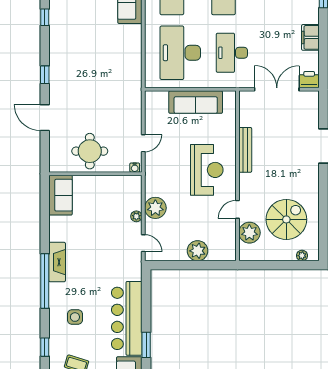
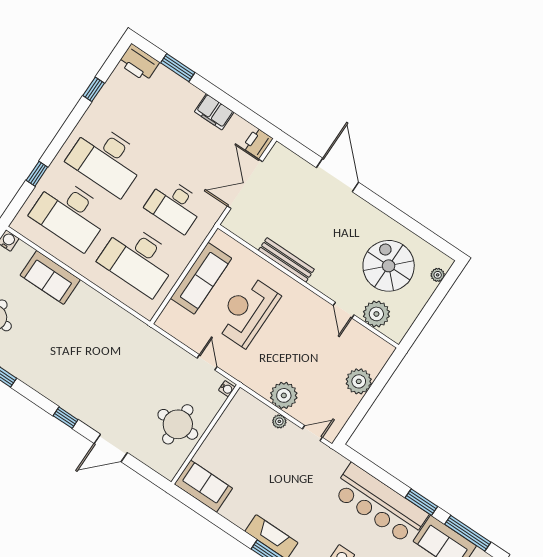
reception desk: (207, 170) -> (247, 311), moved, turned -90

